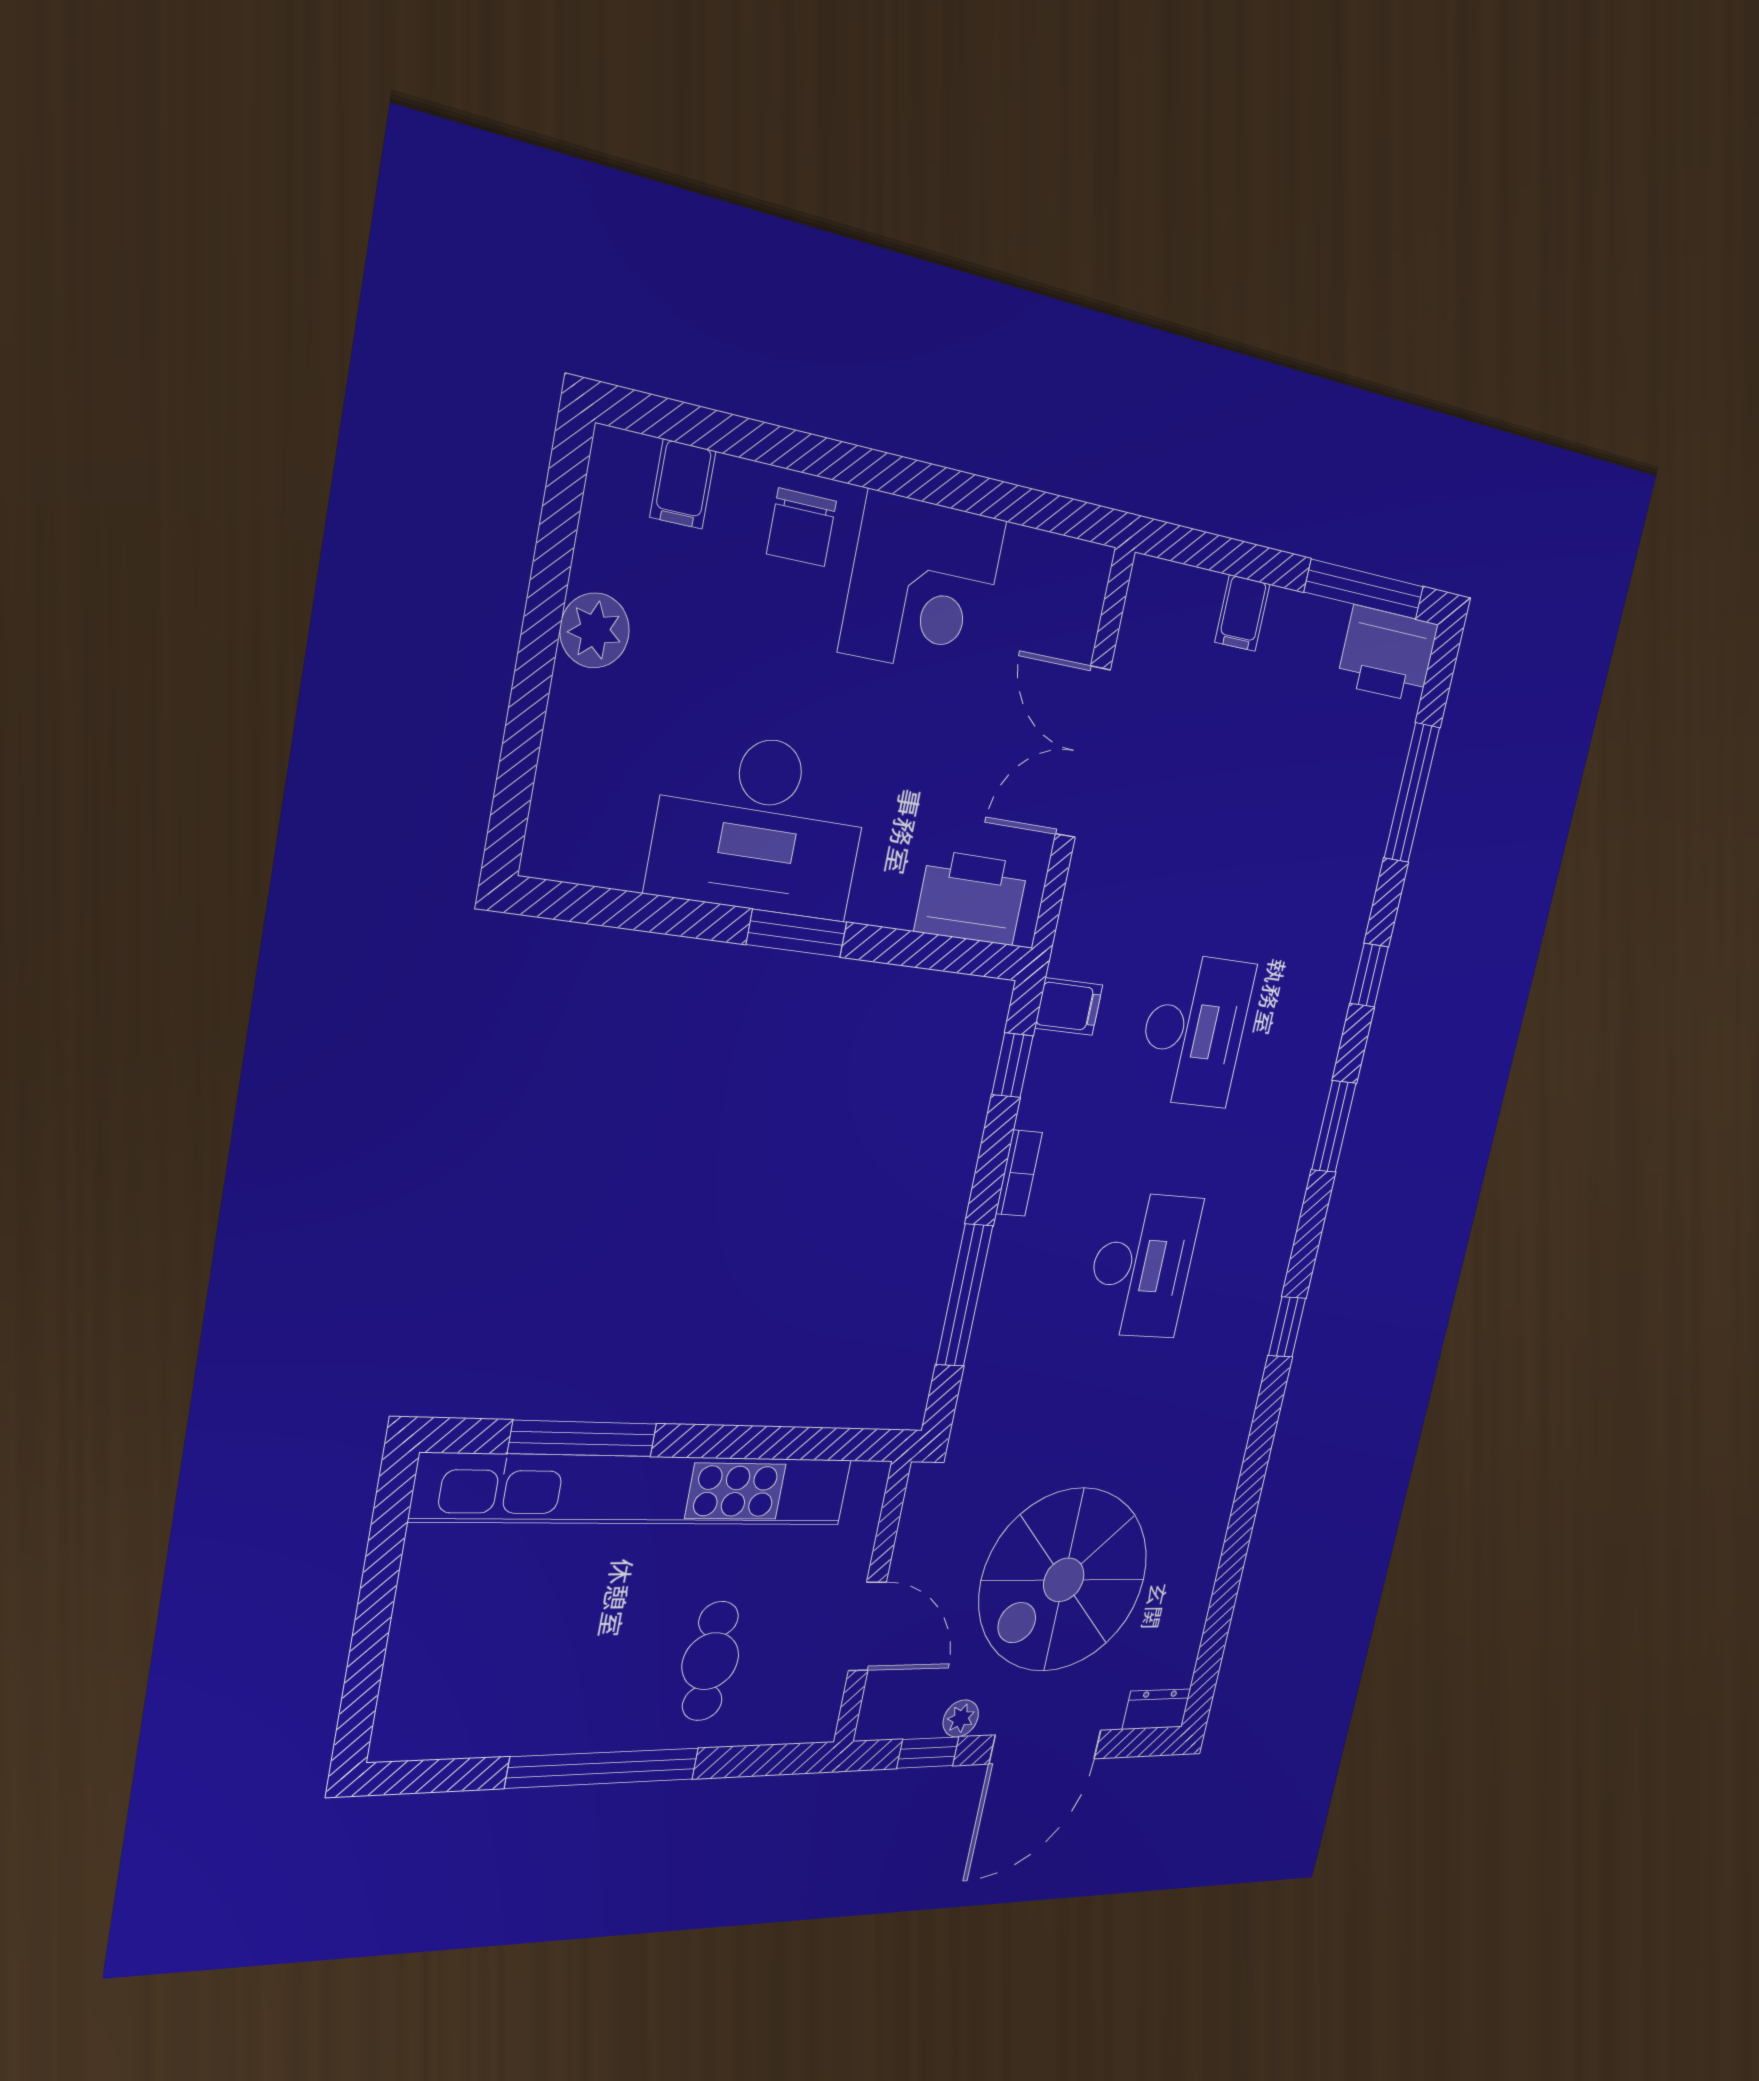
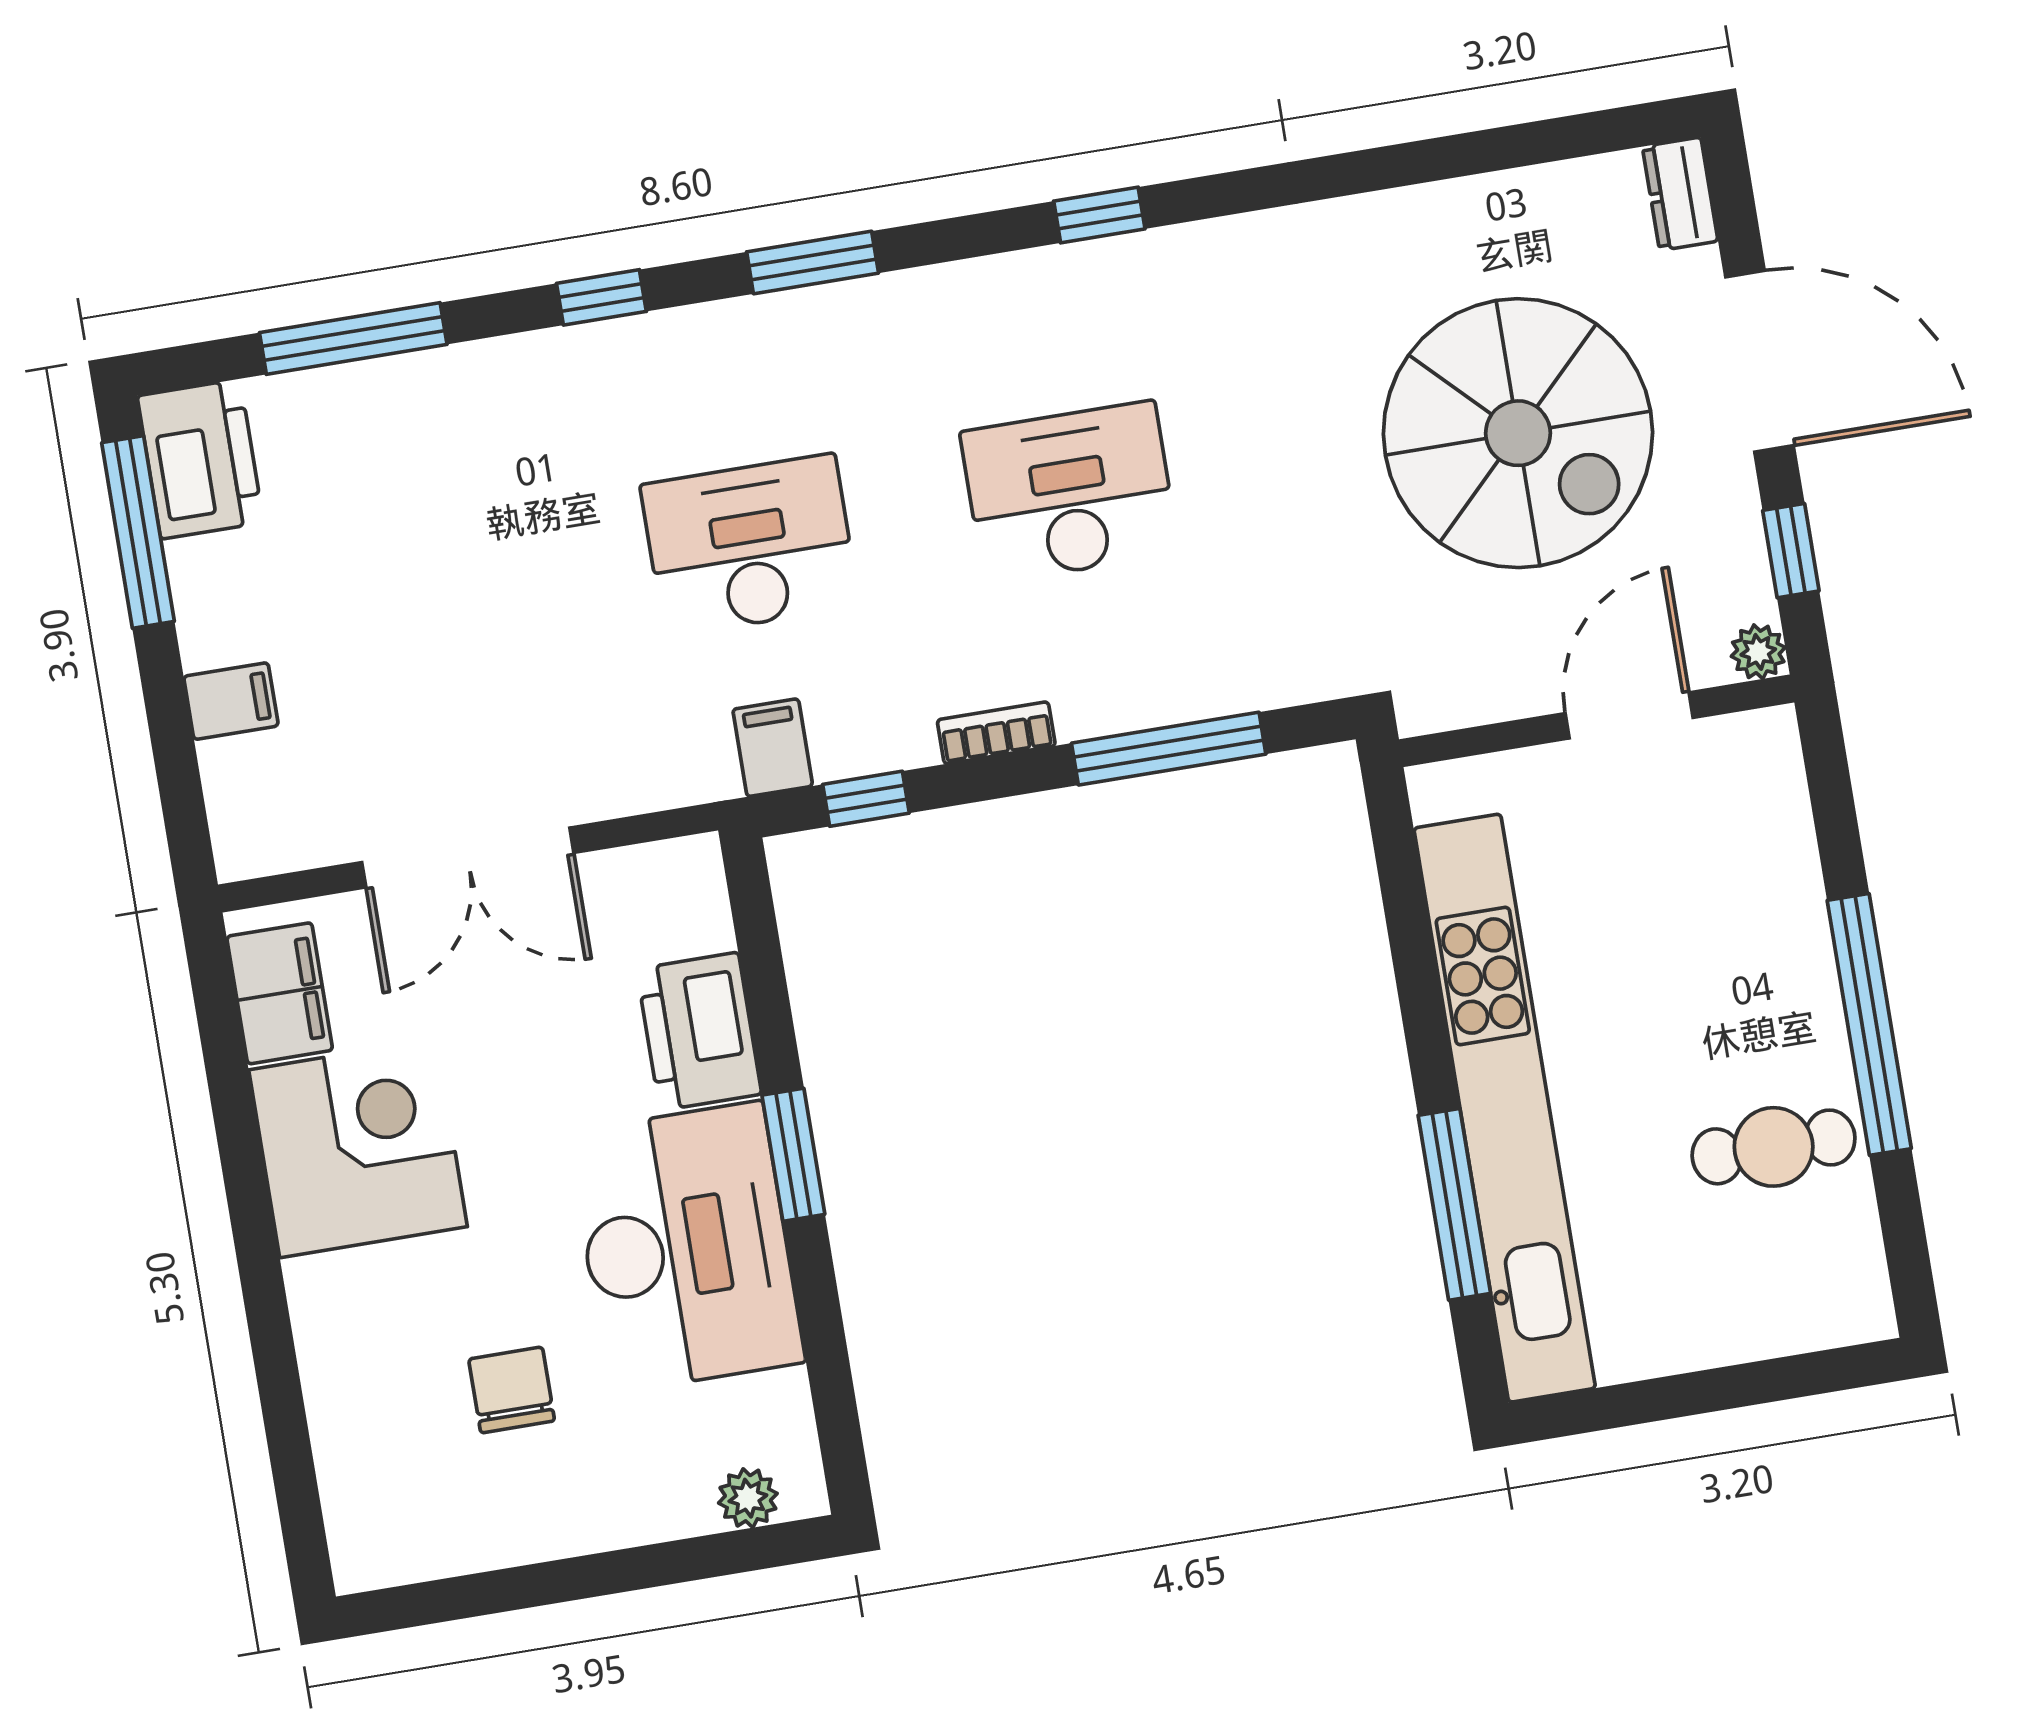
filing cabinet: (683, 484) -> (280, 993), moved, width x2.00
chair: (802, 527) -> (512, 1390), moved, turned -90
plant: (595, 630) -> (748, 1498), moved, width x0.73, depth x0.73
printer: (972, 898) -> (699, 1032), moved
cafe table: (710, 1661) -> (1774, 1147), moved
plant: (961, 1718) -> (1758, 652), moved

